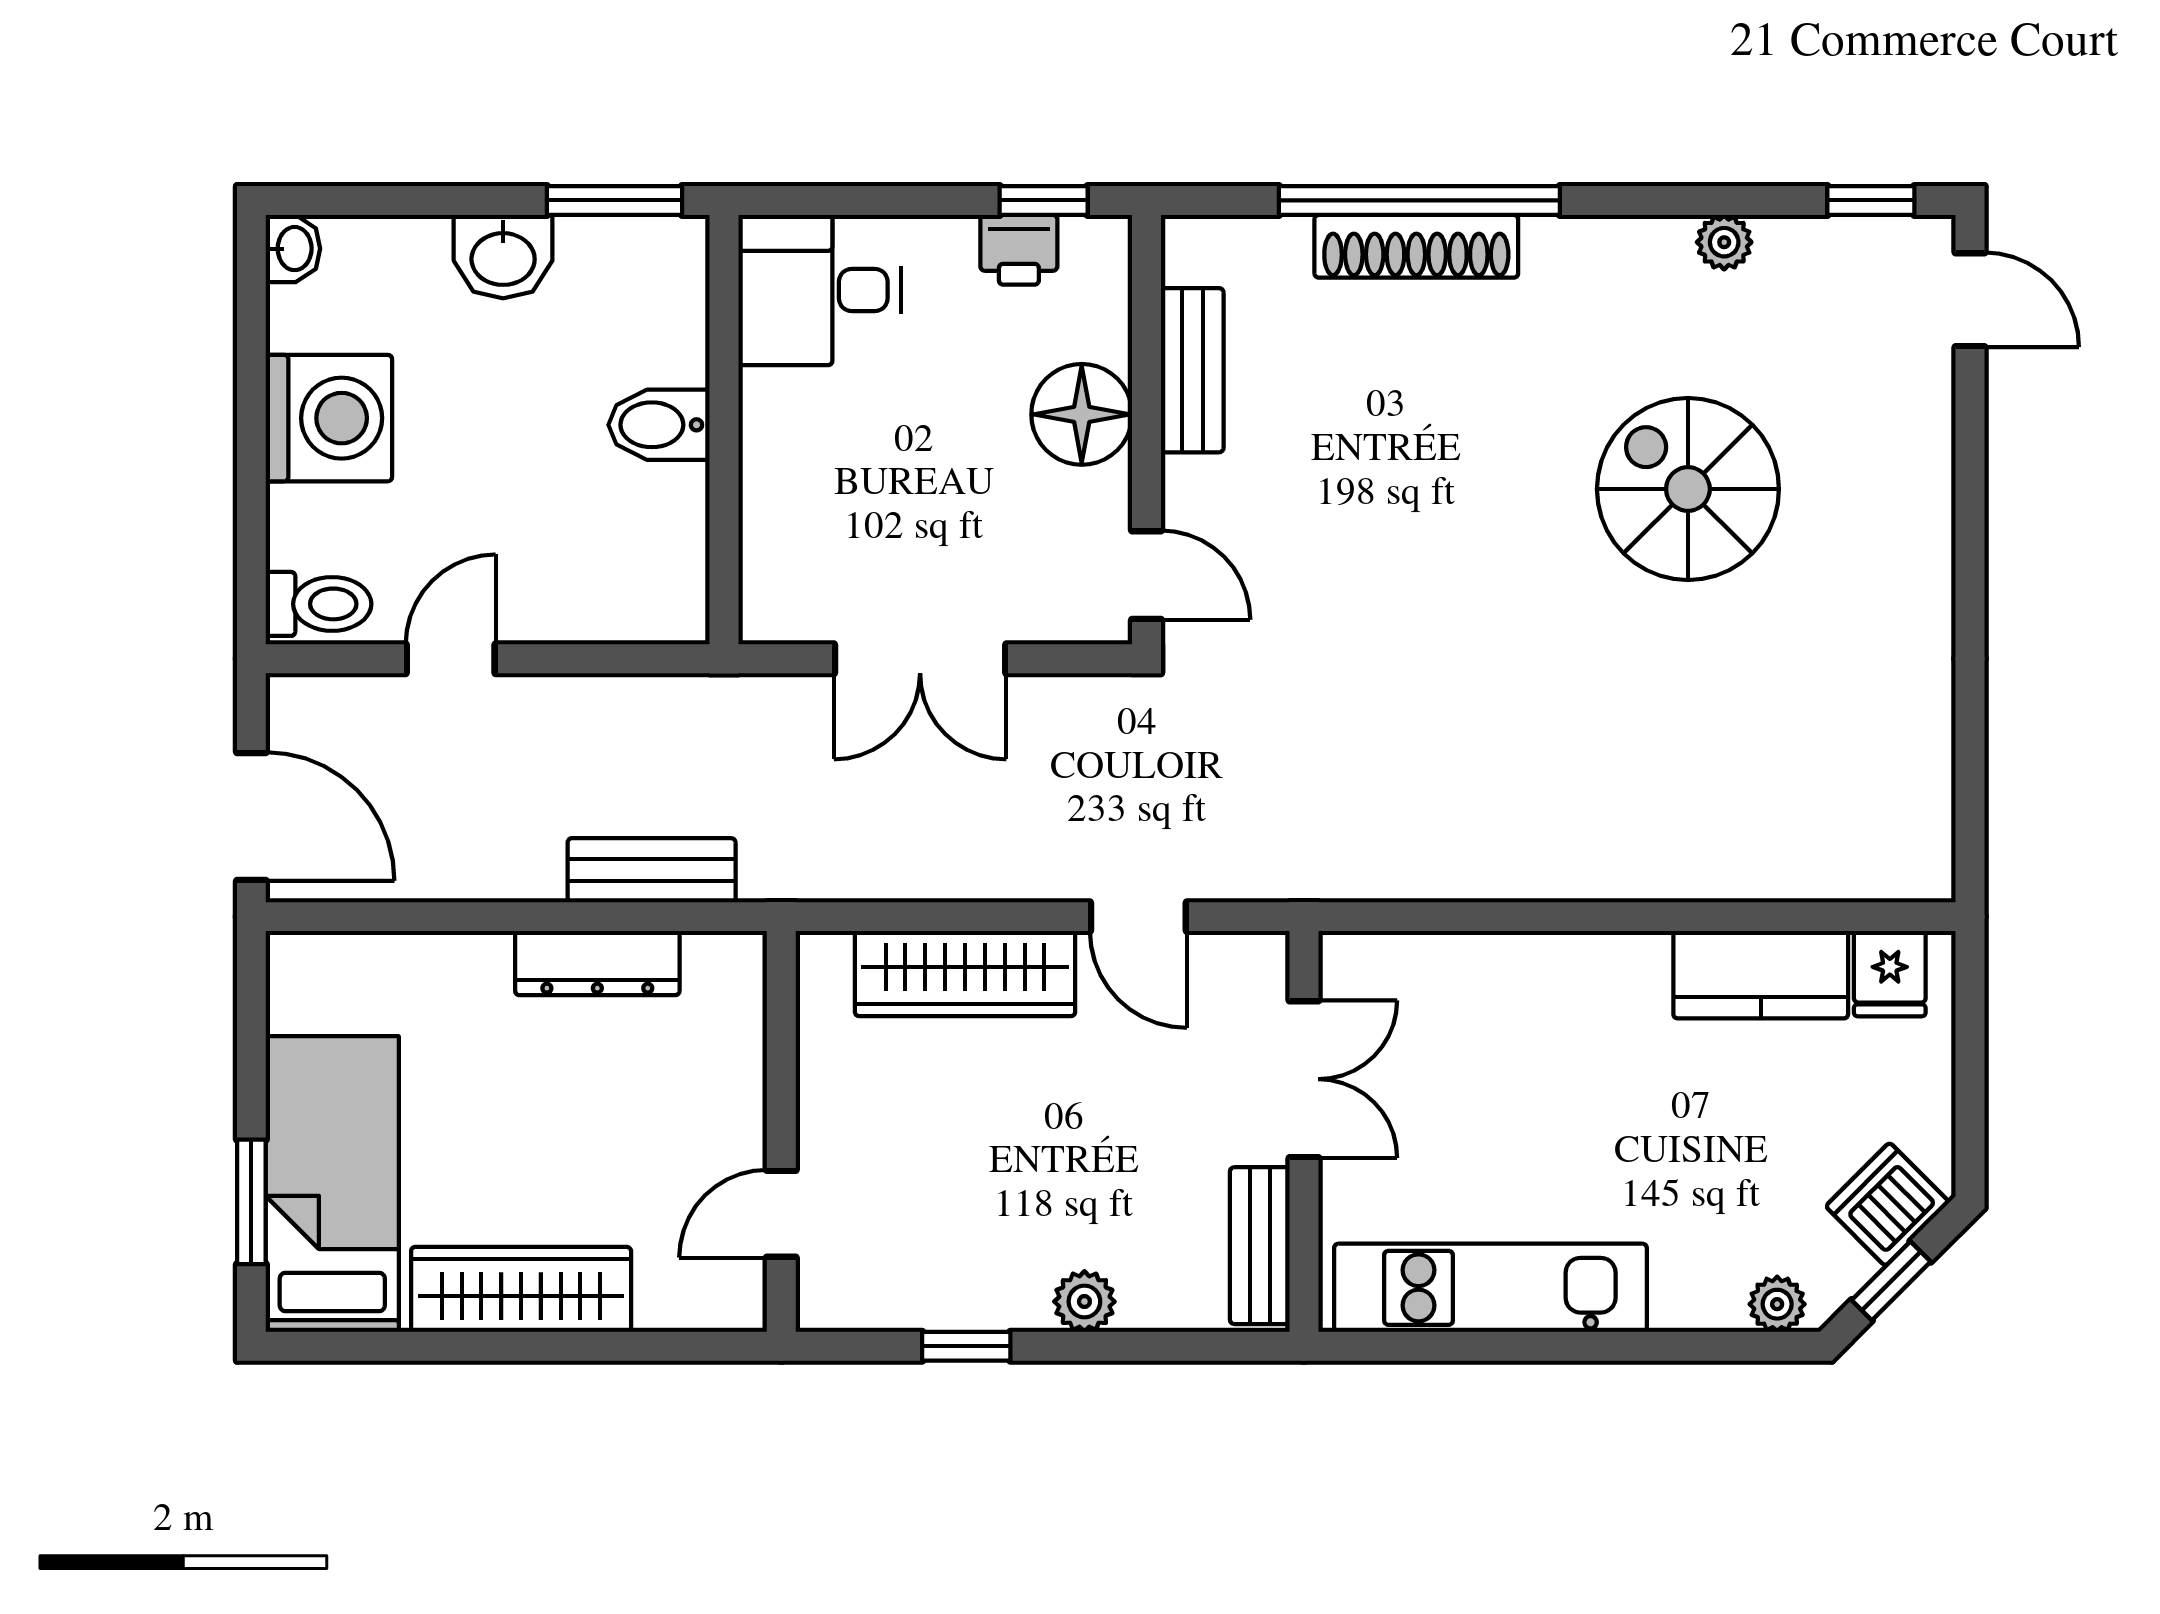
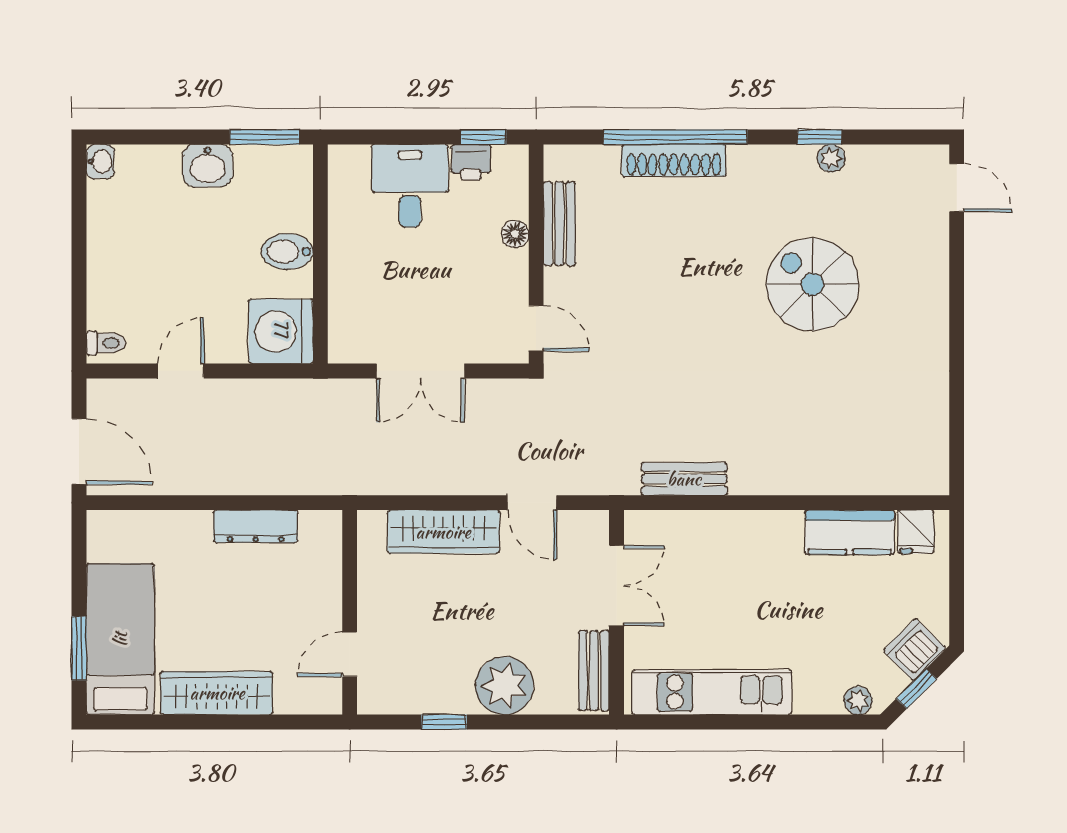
window: (1871, 200) -> (820, 137), moved
desk: (819, 290) -> (410, 186), moved, turned 90
floor lamp: (1082, 414) -> (515, 234), width x0.53, depth x0.53
washing machine: (329, 418) -> (281, 331), moved, turned 180
toilet: (318, 604) -> (106, 343), width x0.73, depth x0.72
bench: (652, 870) -> (684, 479), moved
plant: (1084, 1302) -> (504, 686), width x1.87, depth x1.87

